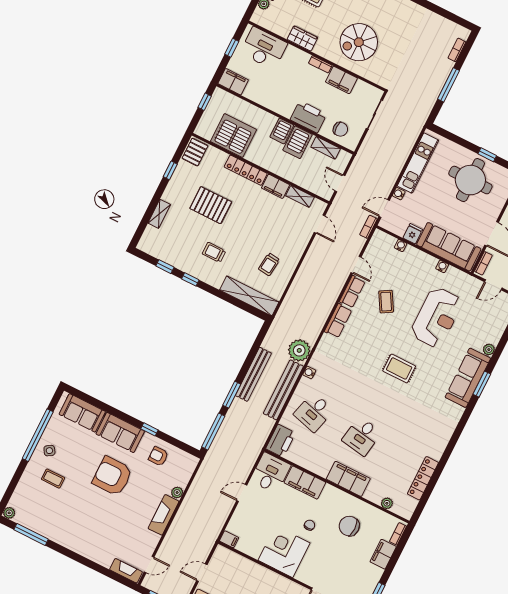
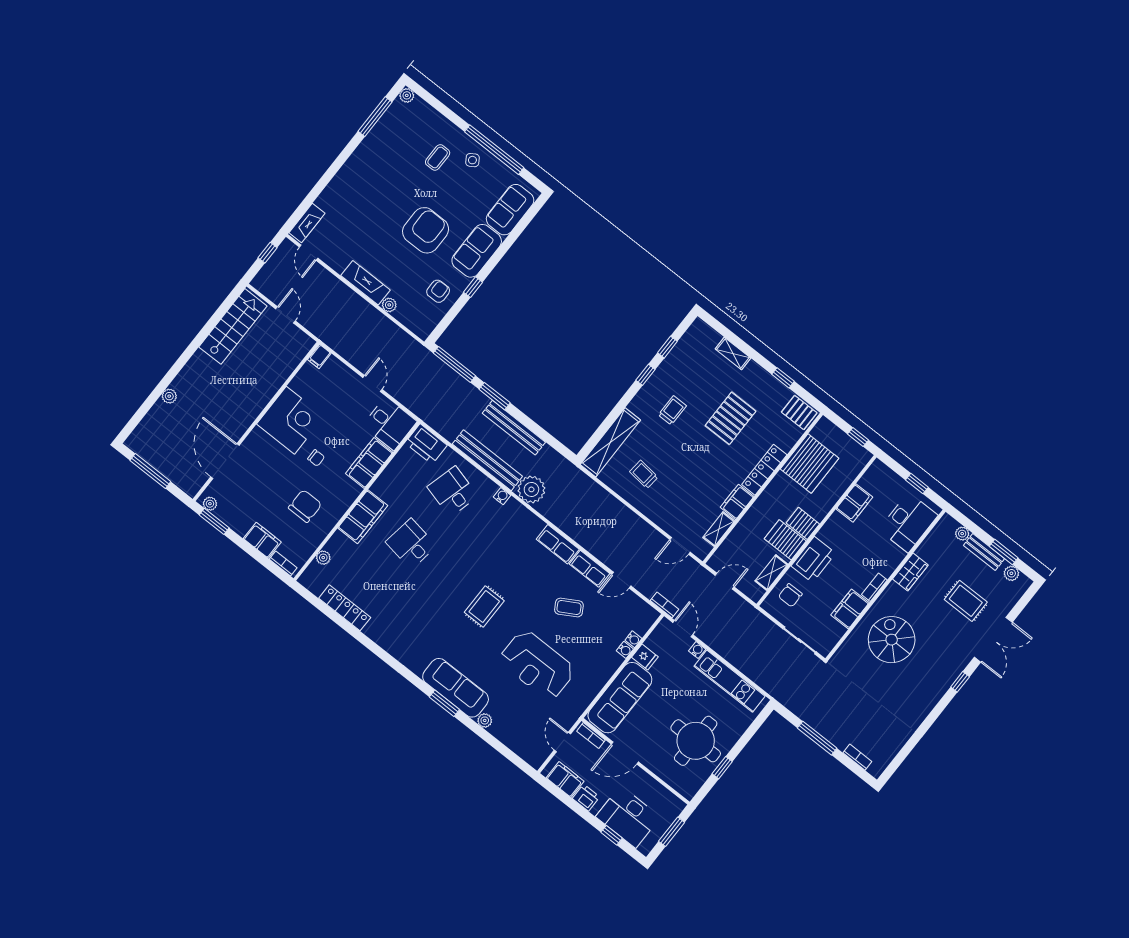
filing cabinet: (233, 82) -> (854, 503), moved
water cooler: (442, 266) -> (625, 650), moved

